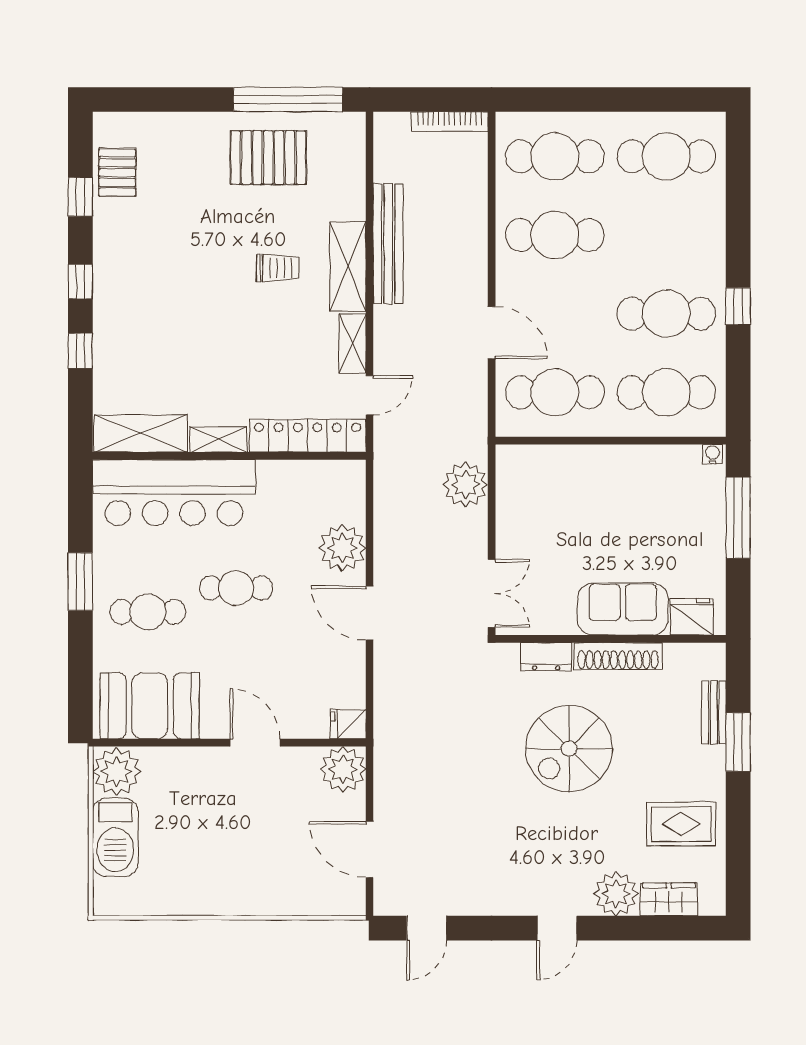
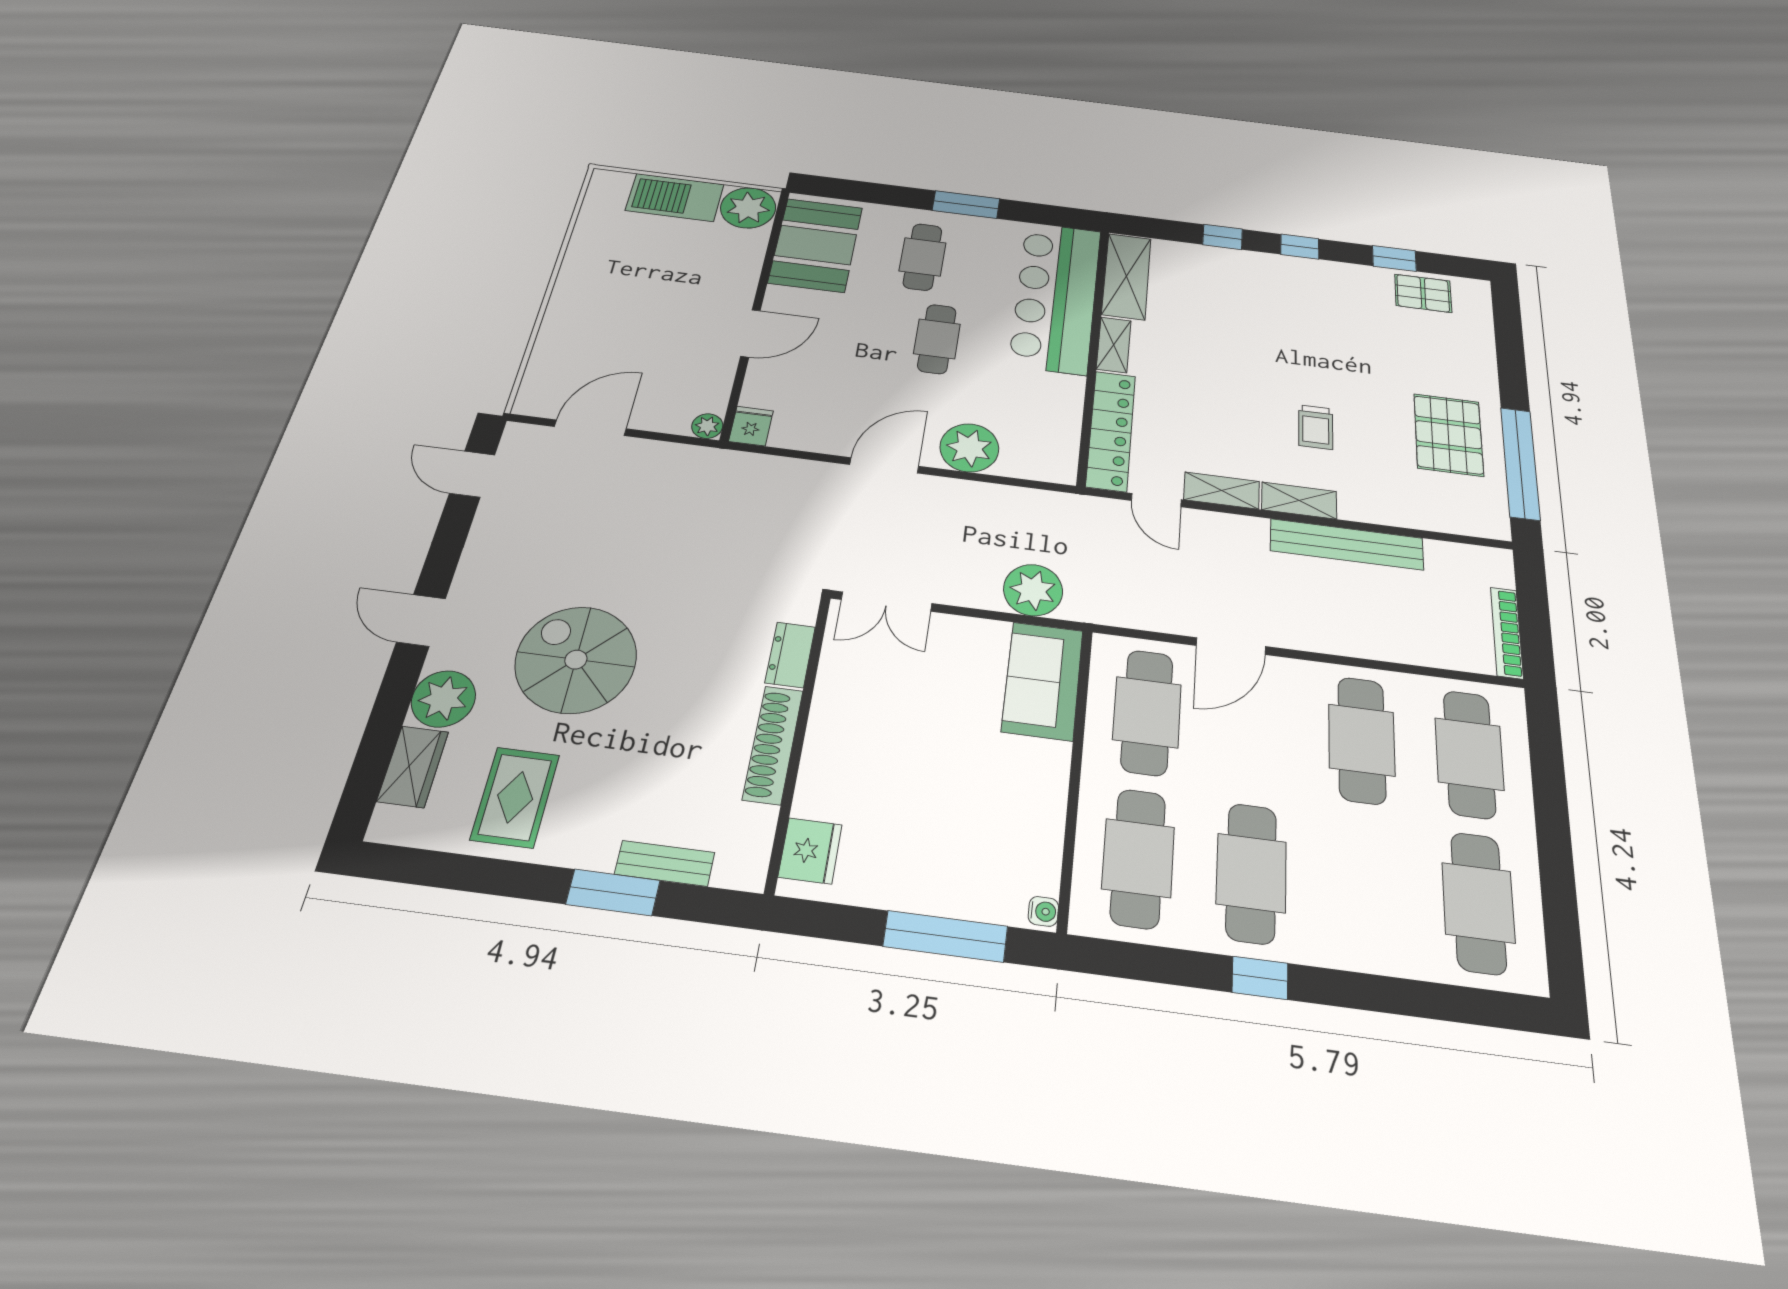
shelving: (348, 266) -> (1299, 500), width x0.67, depth x0.75
sofa: (623, 609) -> (1043, 681), moved, turned 180
spiral stairs: (569, 749) -> (576, 660), moved
plant: (343, 769) -> (707, 426), width x0.53, depth x0.53

